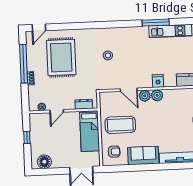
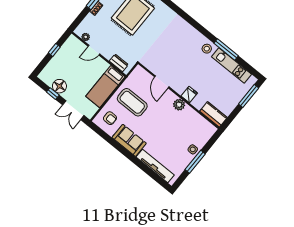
stool: (108, 55) -> (207, 49), moved
plant: (145, 96) -> (170, 97), removed
floor lamp: (44, 162) -> (59, 86), moved
window: (55, 171) -> (53, 94), added

